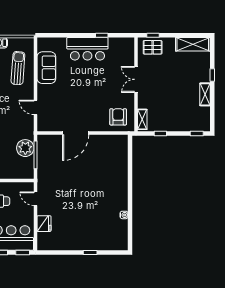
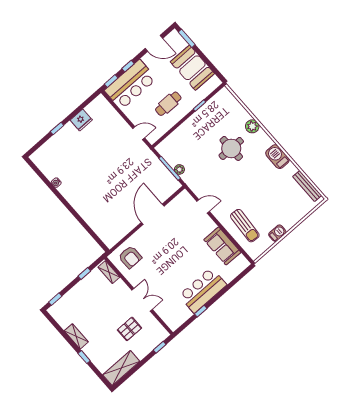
pallet: (153, 47) -> (129, 329), moved
plant: (25, 148) -> (179, 169), width x0.53, depth x0.53
fridge: (44, 224) -> (81, 120), moved, turned -90

